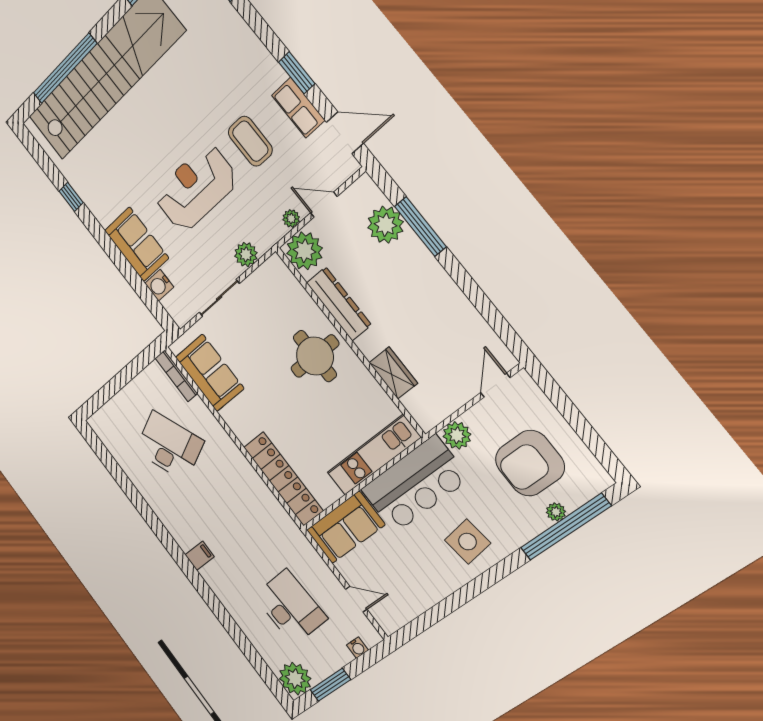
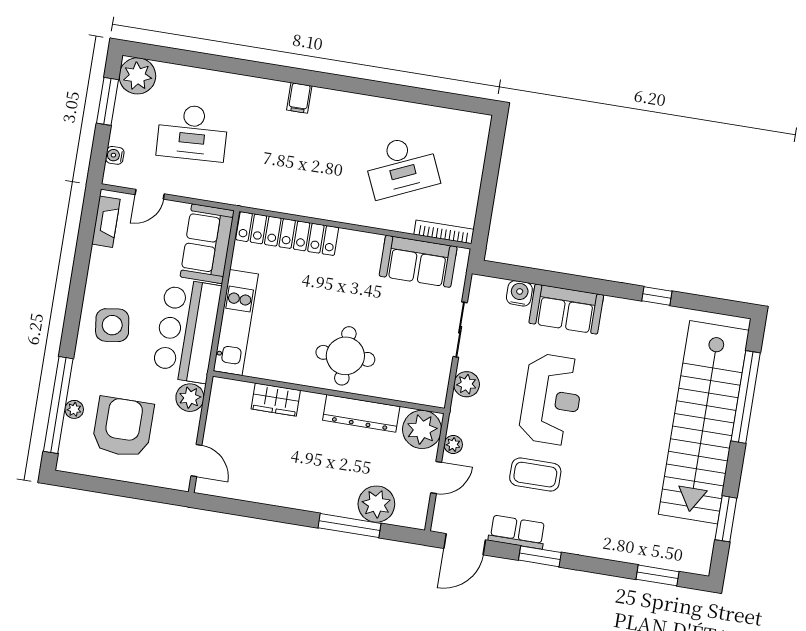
fireplace: (405, 613) -> (106, 222), added

